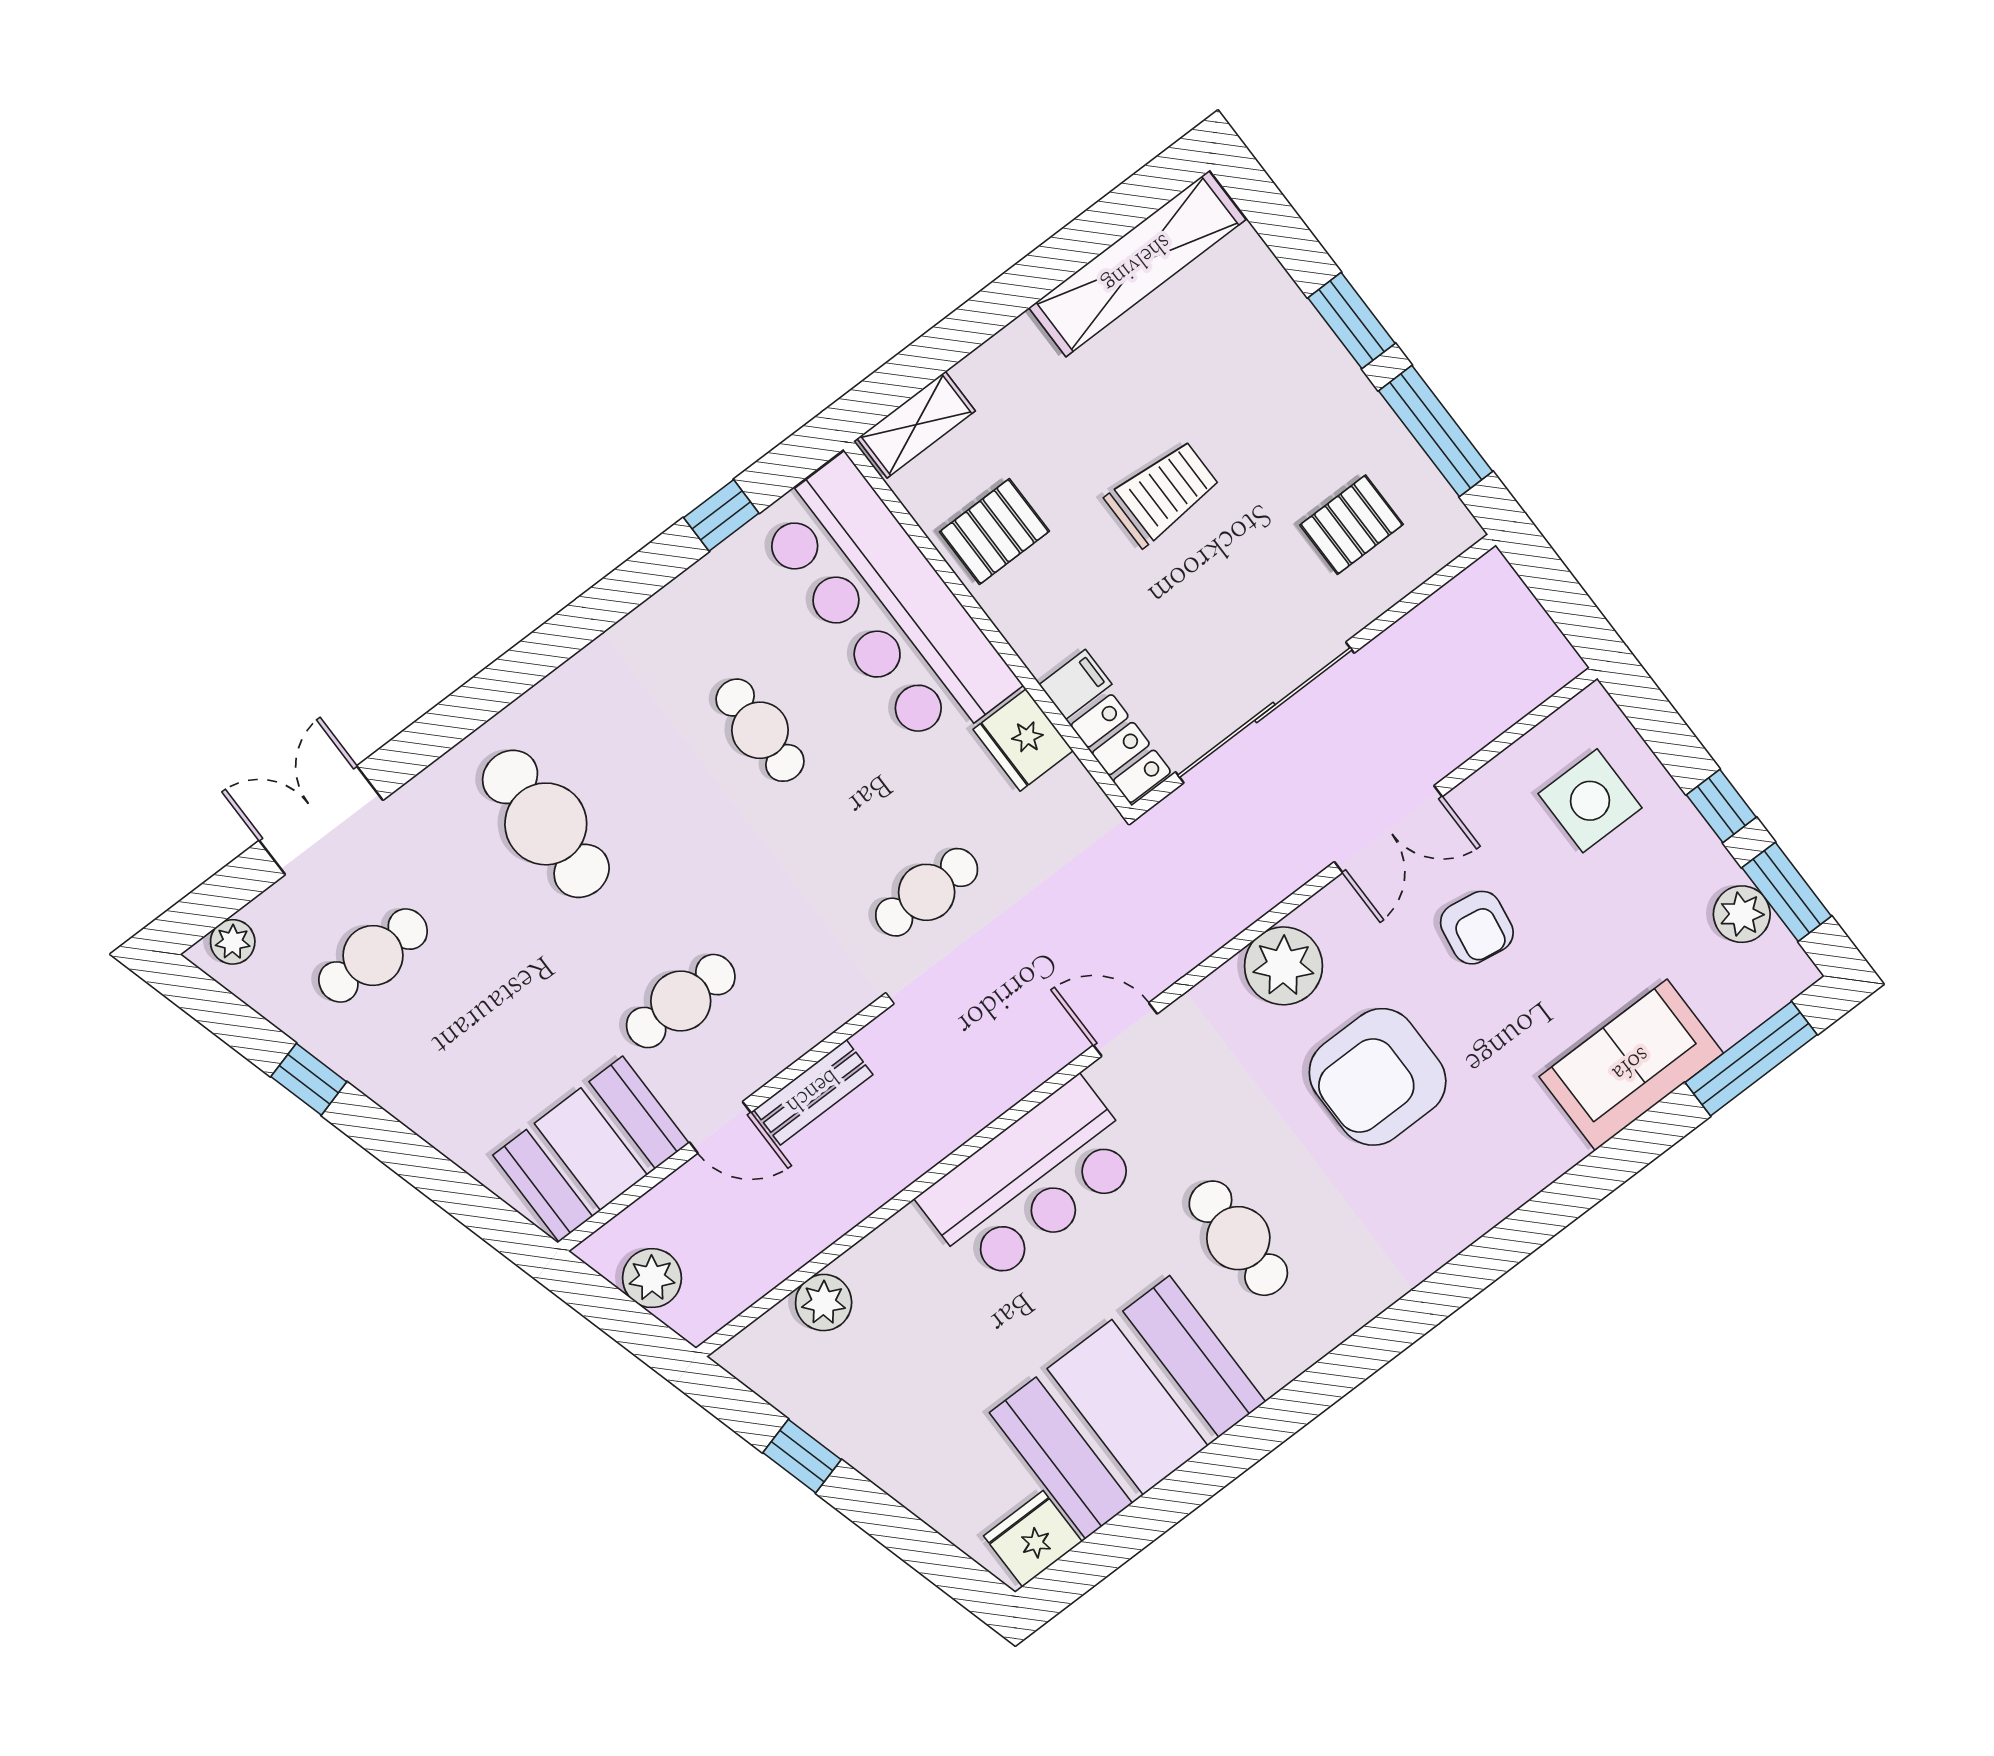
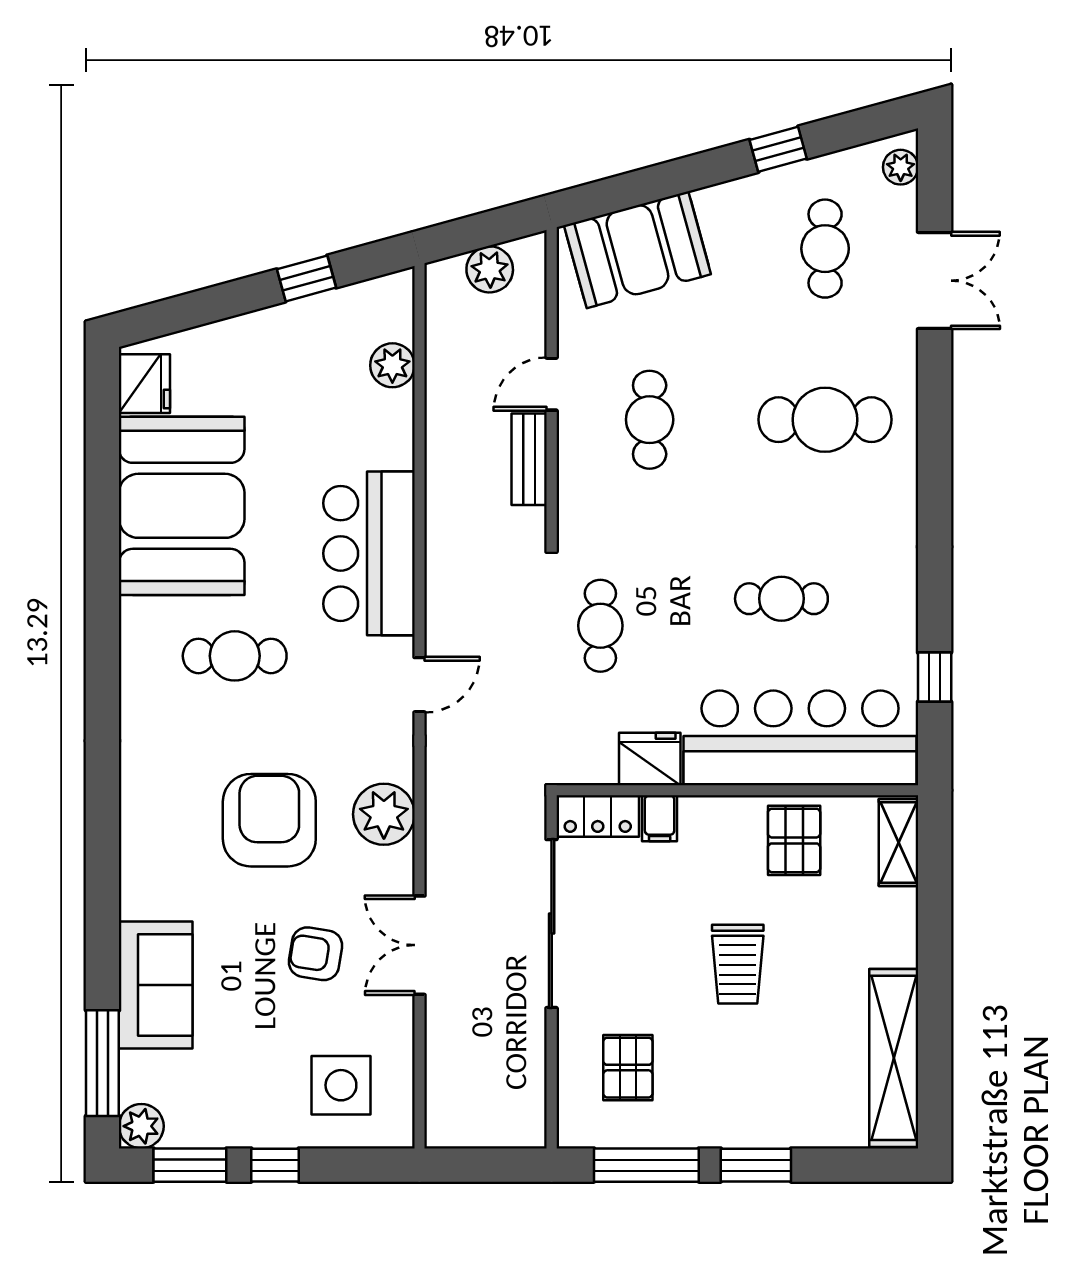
plant: (1742, 914) -> (141, 1126), moved
booth: (591, 1149) -> (637, 250), moved, turned 75

